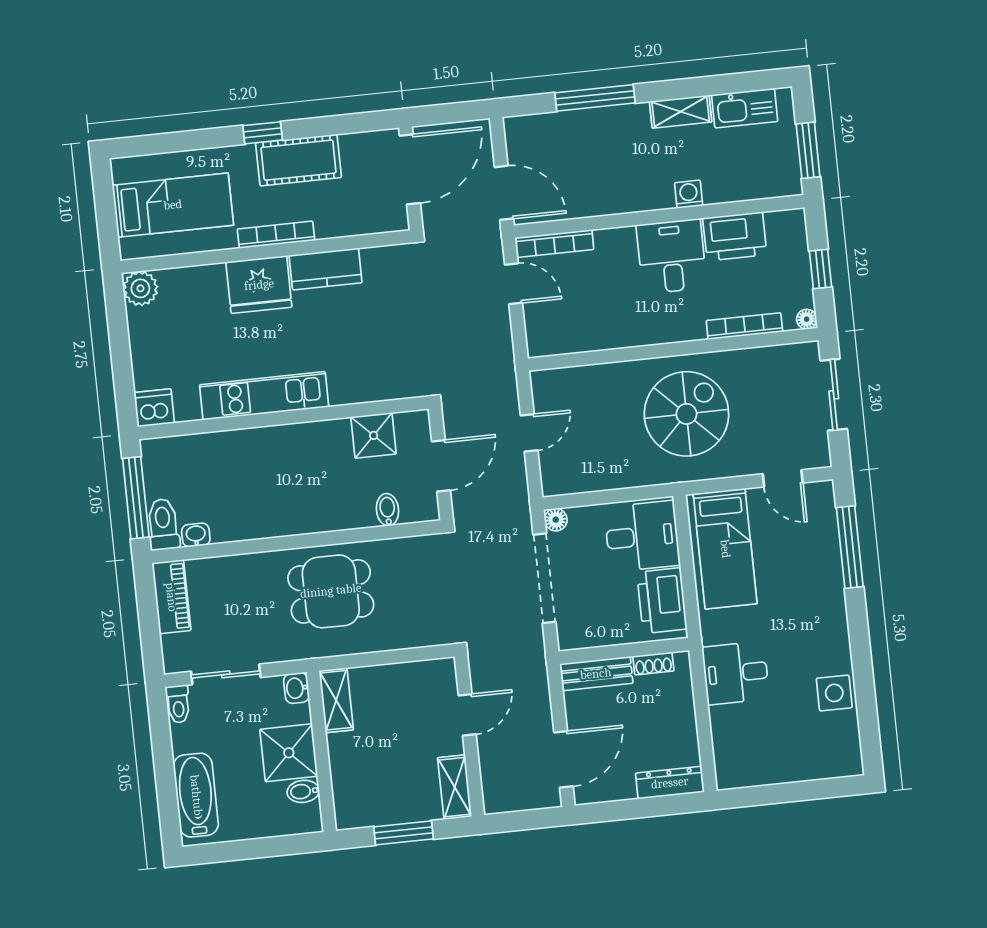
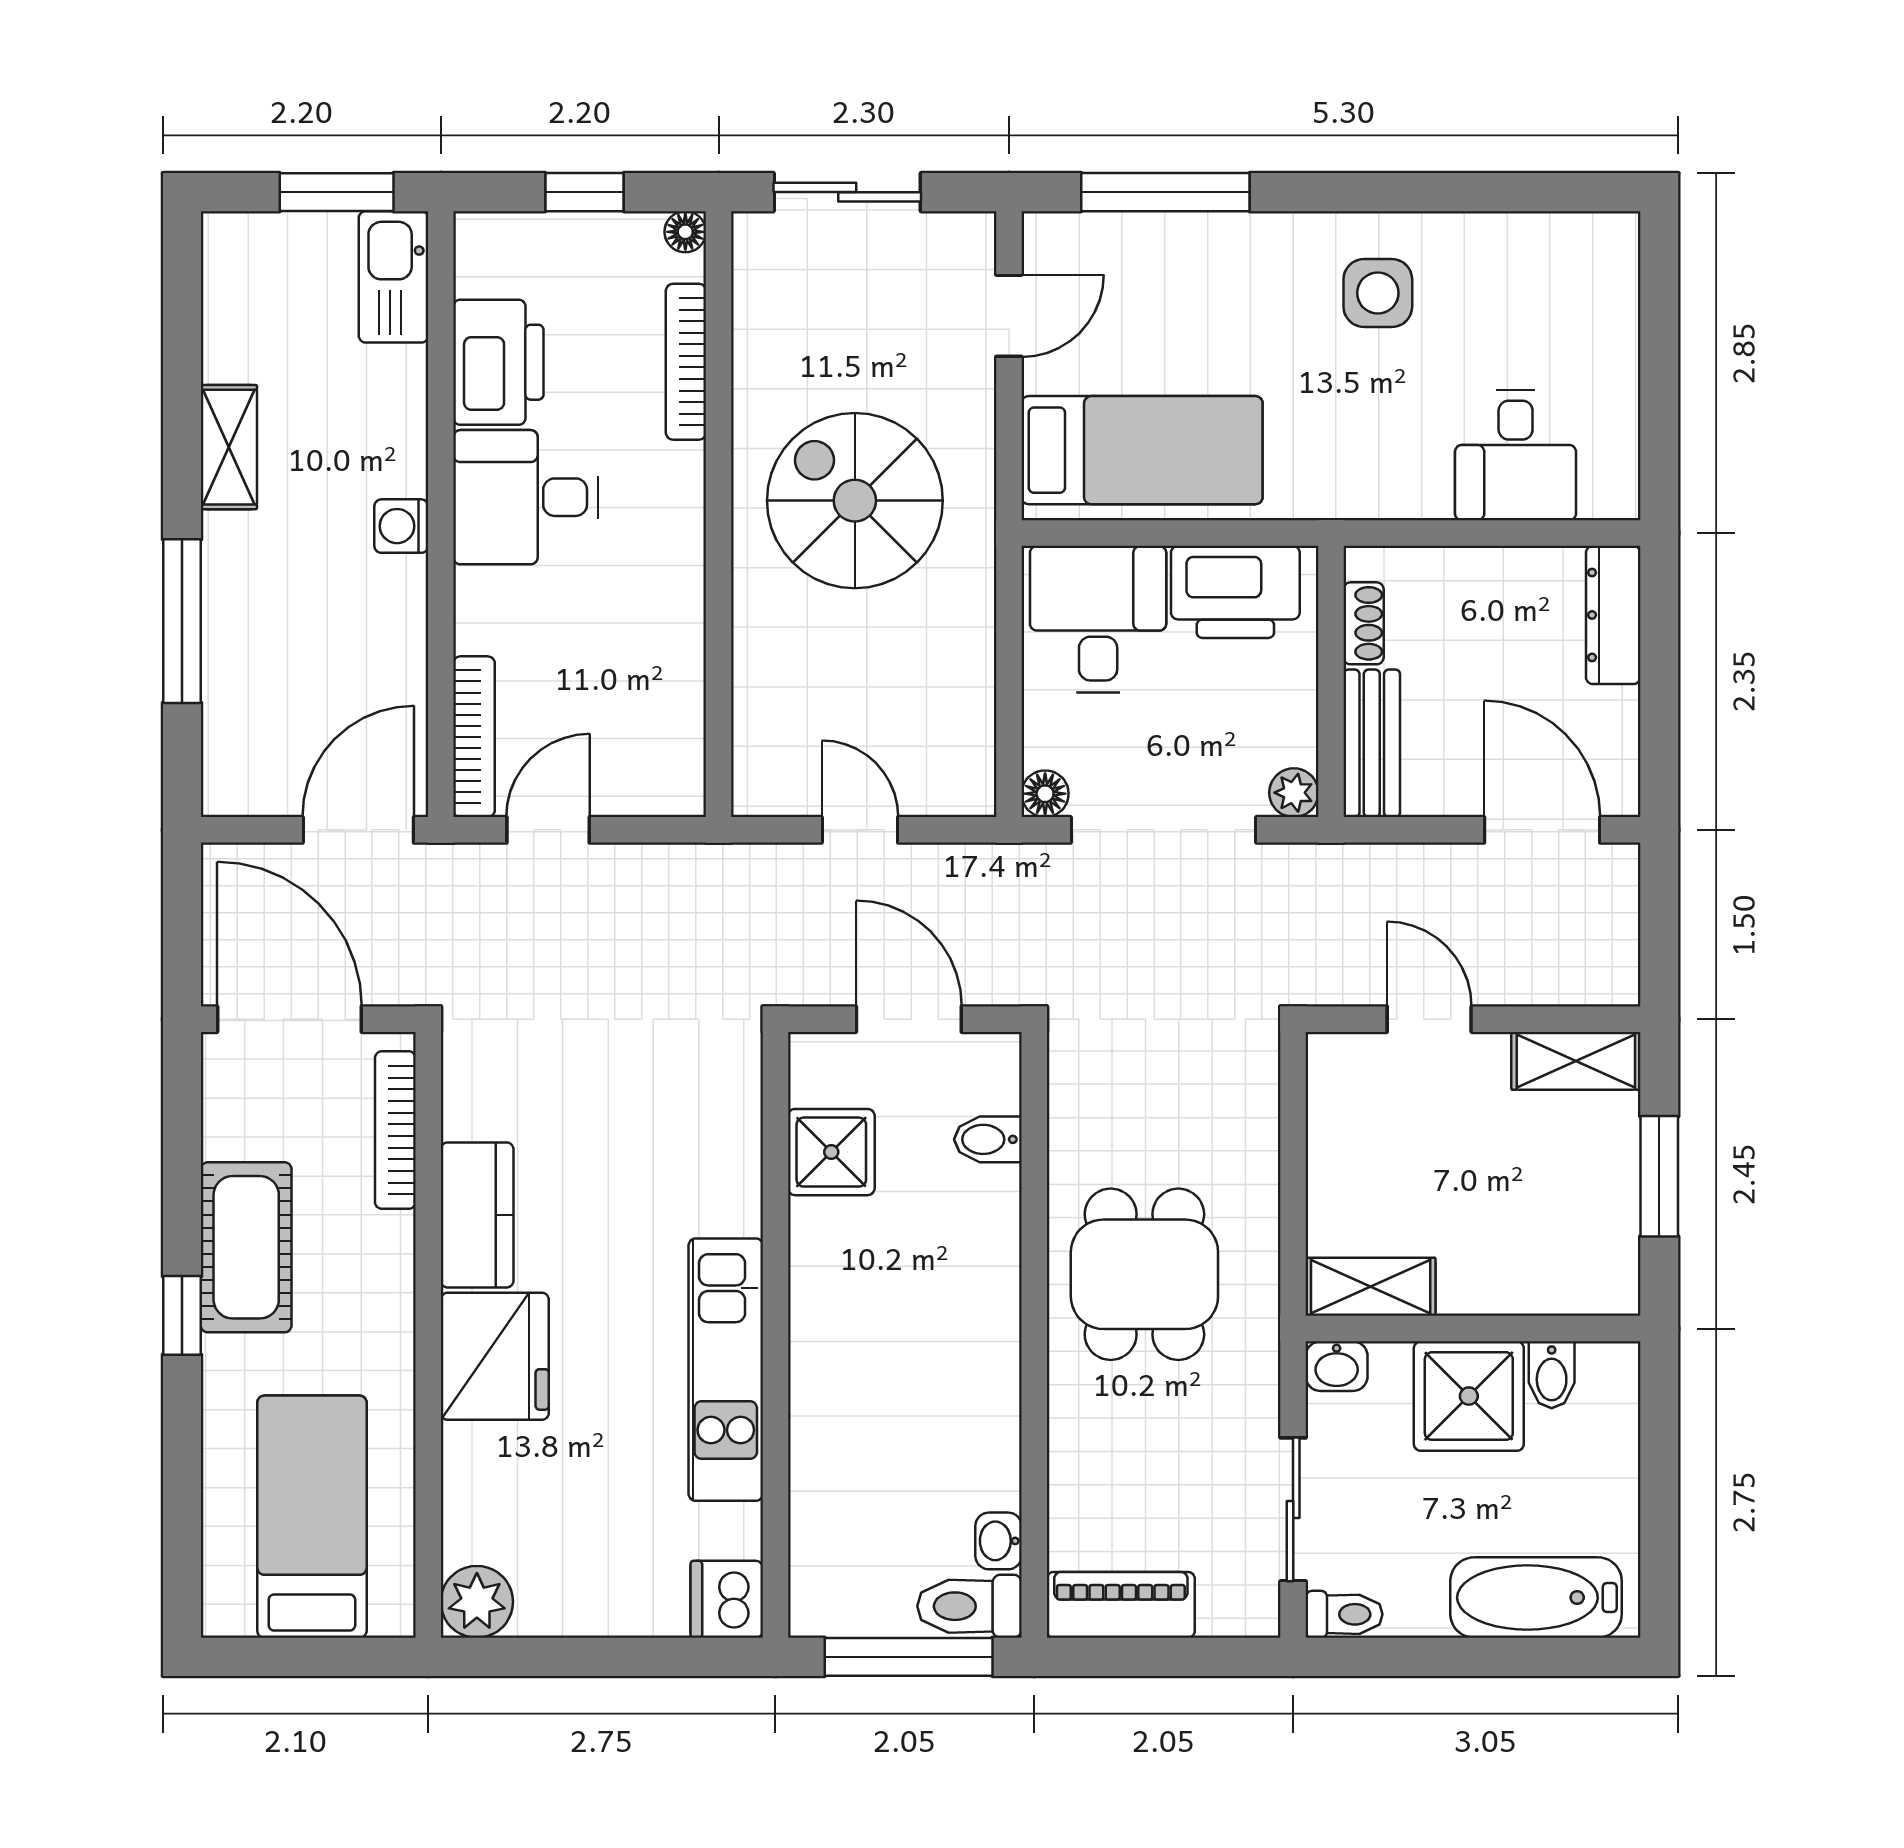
kitchen sink: (745, 108) -> (393, 277), moved, turned 180
washing machine: (689, 194) -> (401, 526), moved
bookcase: (276, 235) -> (395, 1130), moved
plant: (569, 639) -> (1294, 793), added
desk: (736, 673) -> (1516, 455), moved
side table: (834, 693) -> (1378, 293), moved

